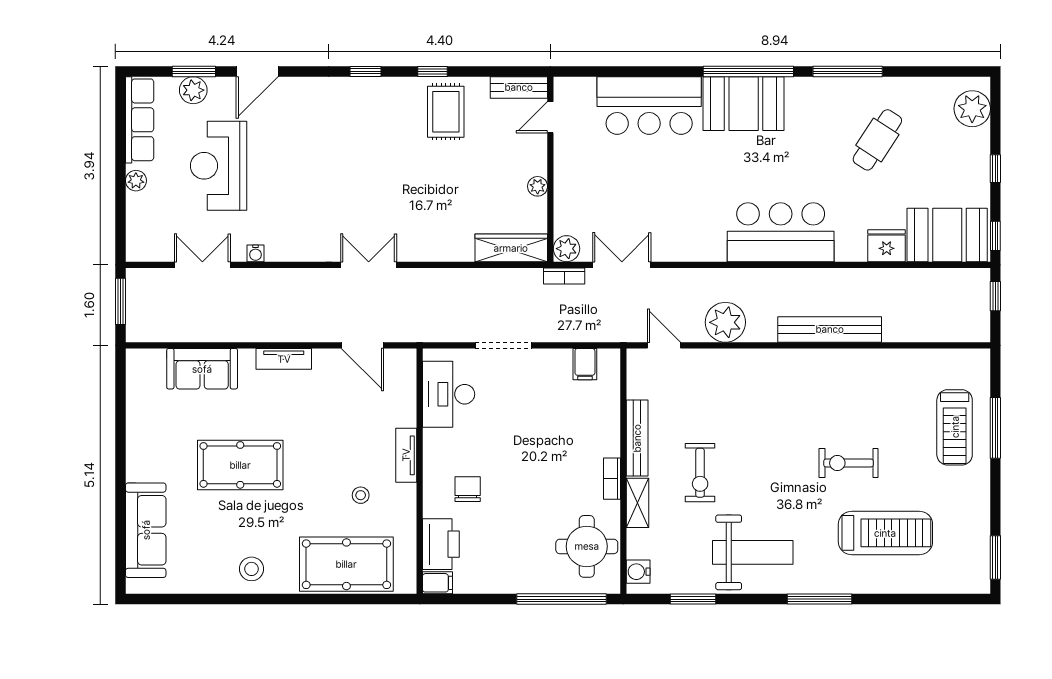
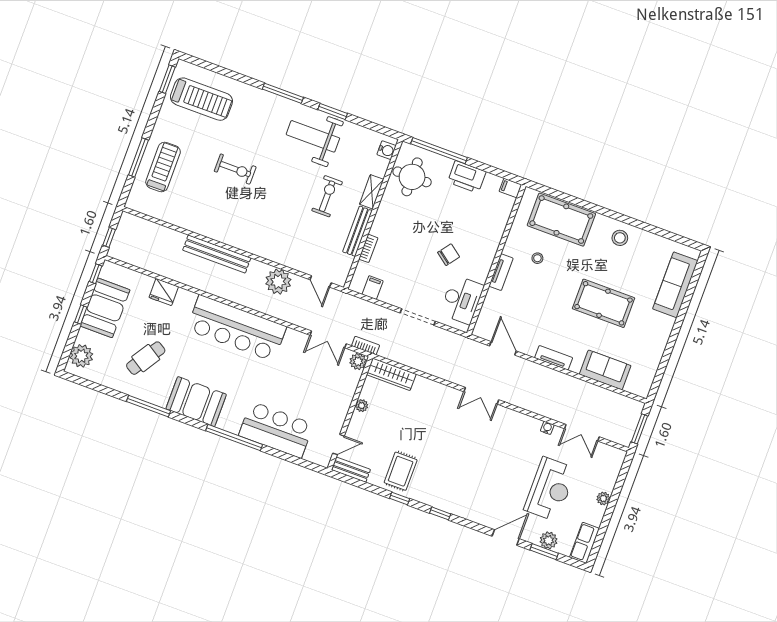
window: (748, 71) -> (234, 438), moved
booth: (744, 104) -> (196, 402), moved
row of seats: (140, 120) -> (584, 543), width x0.68
bar counter: (781, 232) -> (237, 328), width x1.36
booth: (947, 235) -> (105, 308), moved, turned 90
bookcase: (612, 479) -> (368, 248), moved
chair: (468, 489) -> (449, 255), moved, turned -143
treadmill: (885, 533) -> (201, 99), moved, turned 180
printer: (441, 544) -> (467, 177), moved, turned -90
window: (693, 599) -> (333, 111), moved

